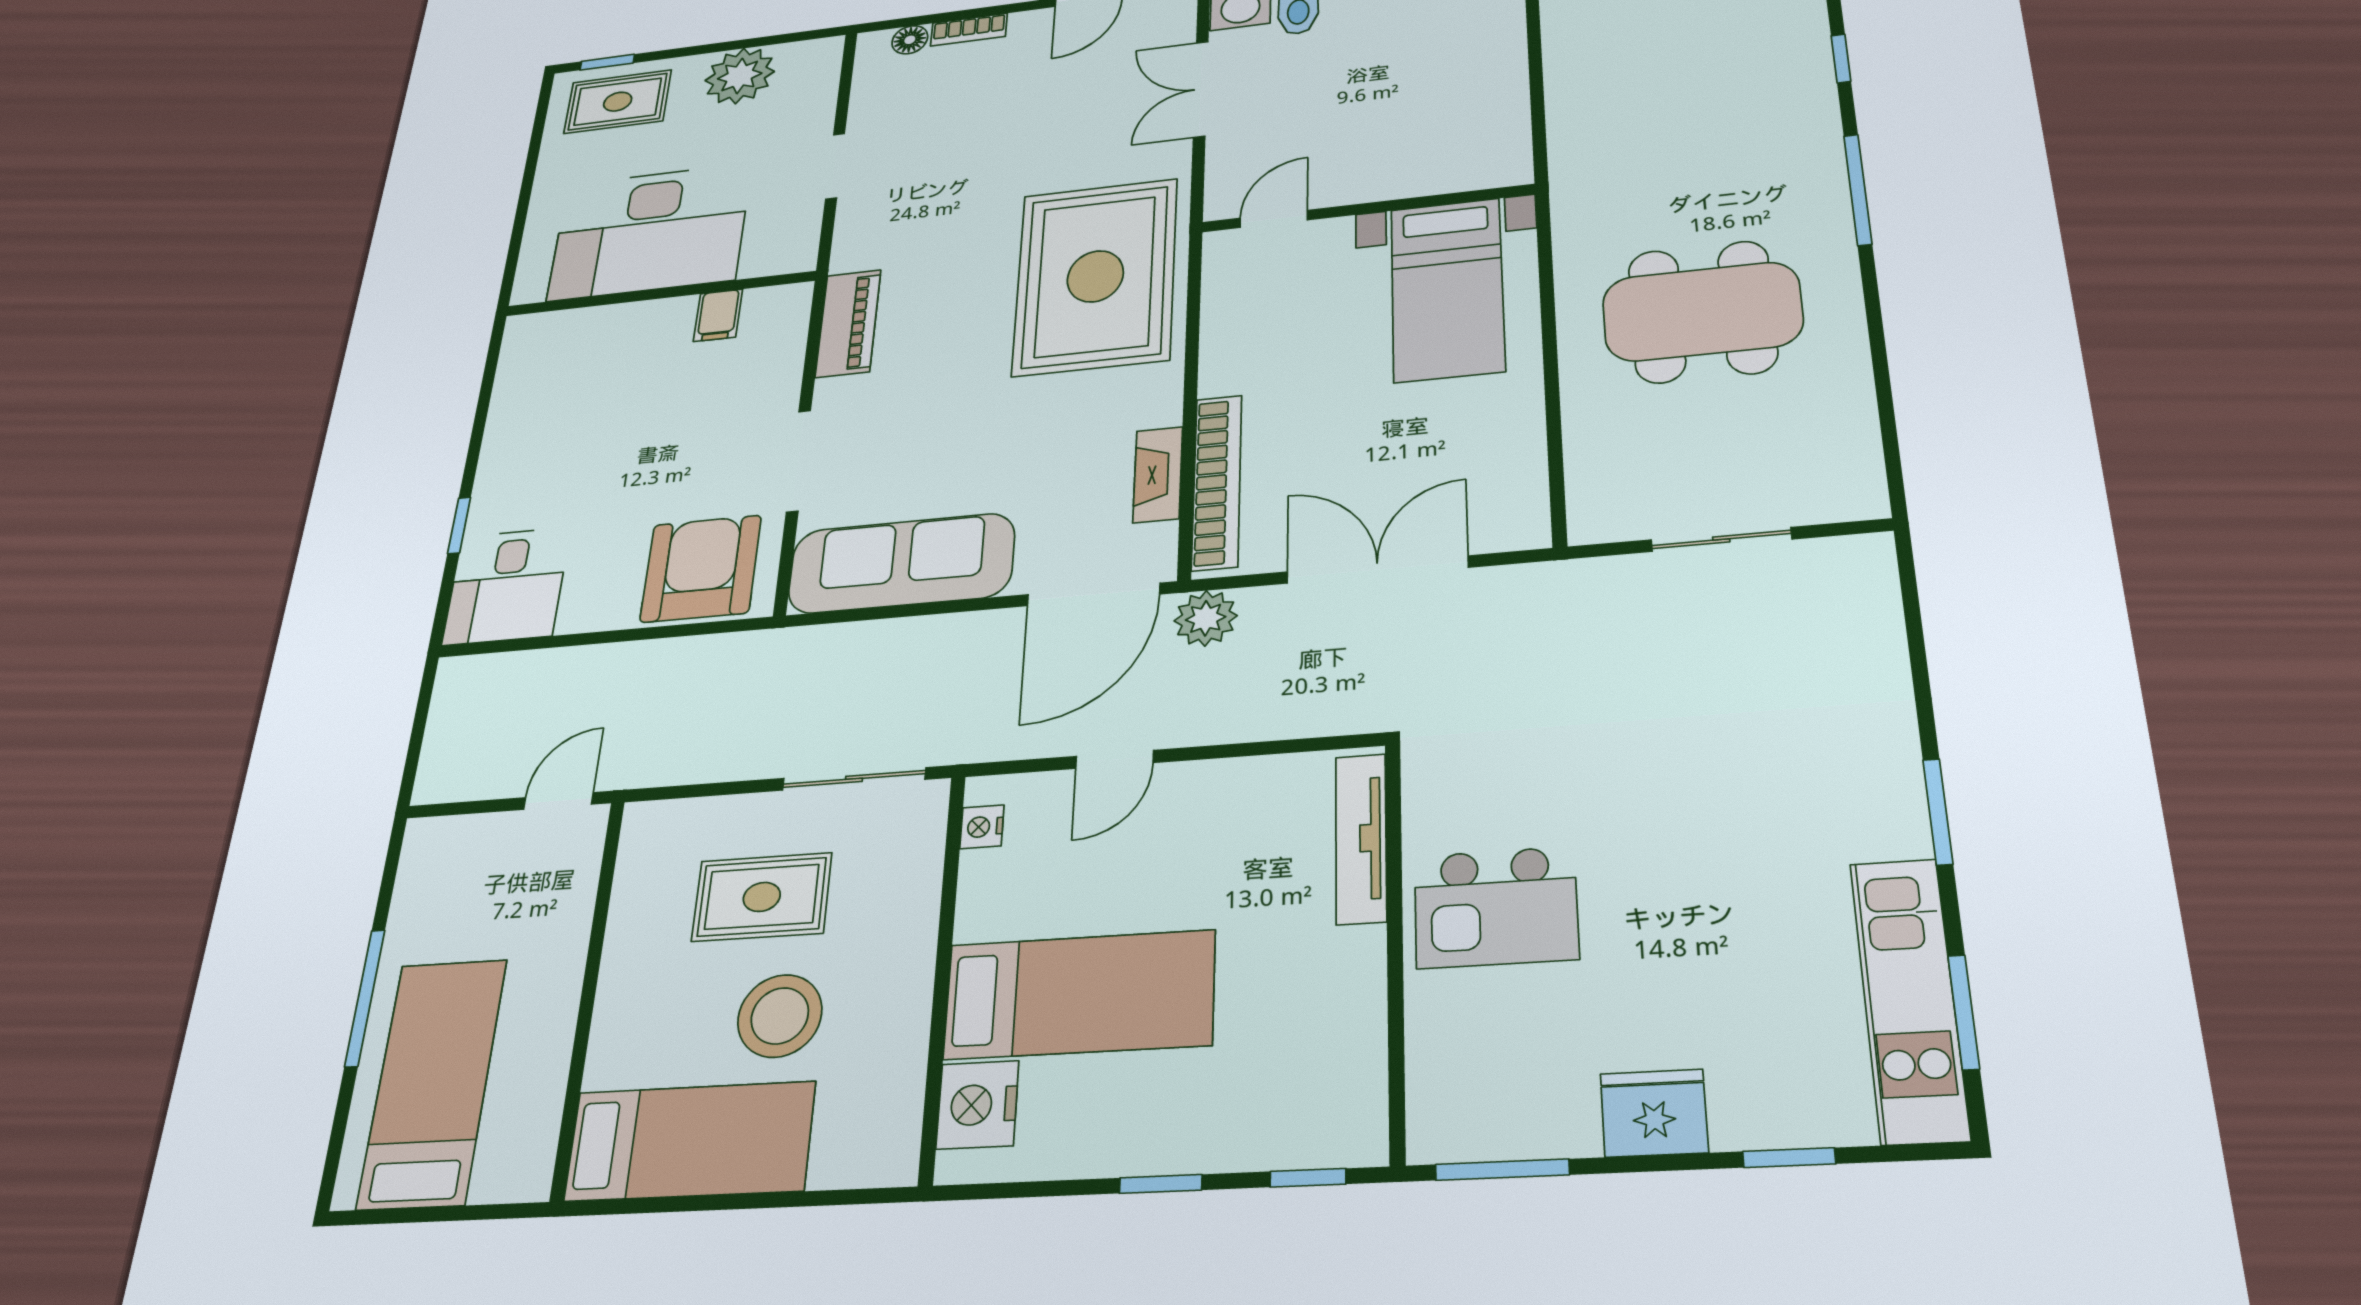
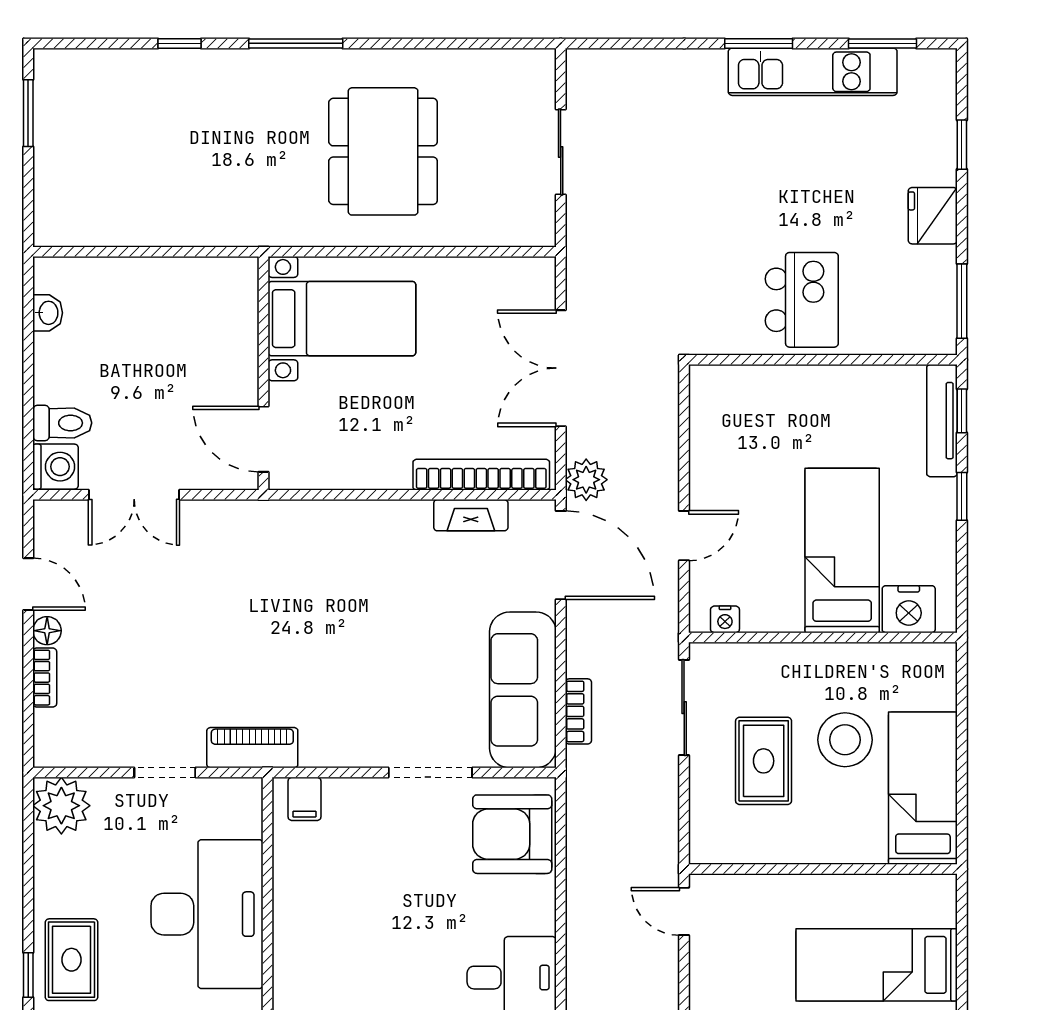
floor lamp: (910, 40) -> (47, 631), moved
plant: (740, 76) -> (61, 806), moved
door: (1274, 219) -> (264, 439), width x1.37
rug: (1095, 276) -> (297, 566), removed
filing cabinet: (718, 315) -> (304, 799), moved, turned 90
piano: (848, 323) -> (252, 748), moved
bookcase: (863, 637) -> (578, 711), added
door: (1115, 759) -> (684, 536), hinge flipped
tv unit: (1361, 838) -> (942, 421), moved, turned 90
kitchen unit: (1909, 999) -> (813, 72), moved

